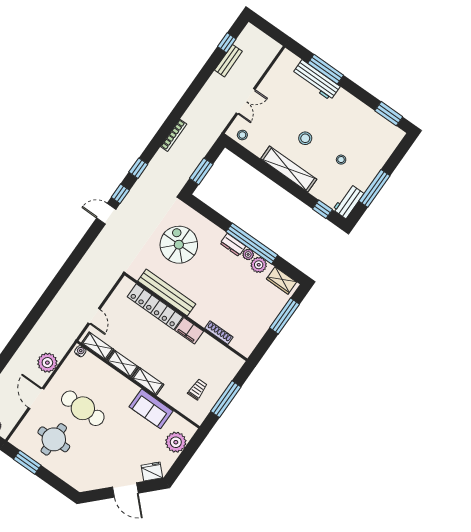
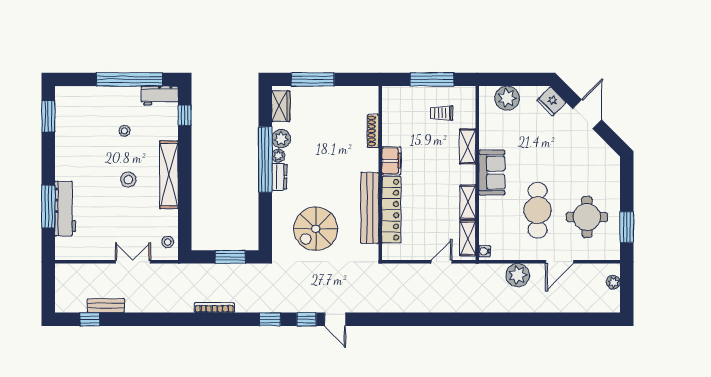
window: (374, 188) -> (130, 79), width x1.46
shelving: (148, 381) -> (468, 146), moved
sofa: (151, 409) -> (492, 173), moved

